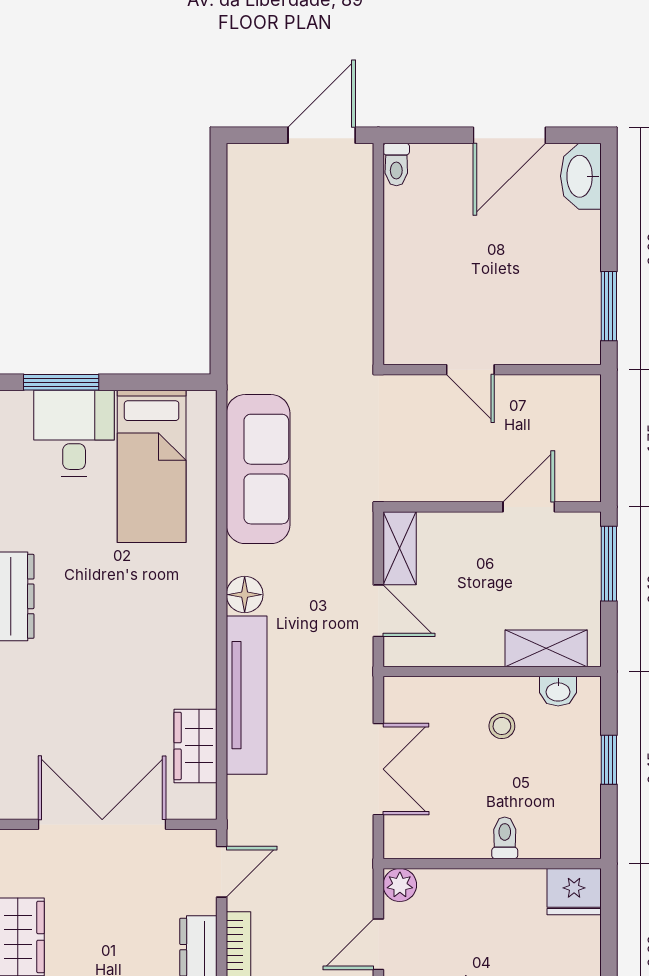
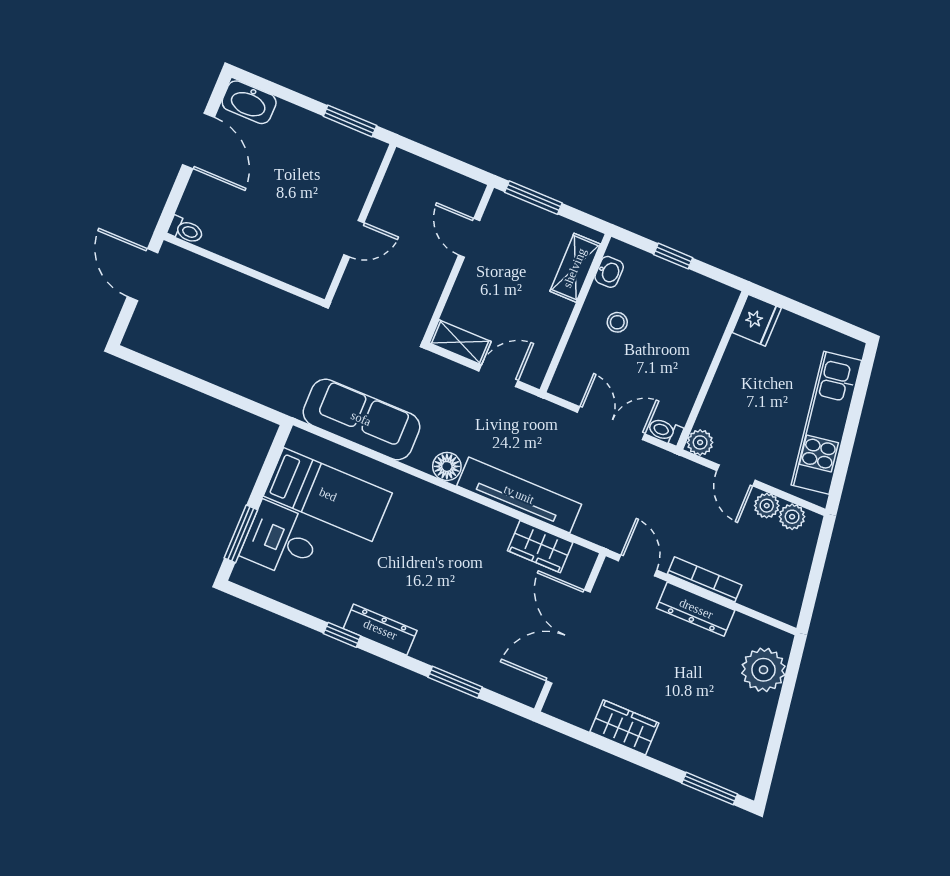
toilet: (505, 838) -> (665, 431), moved

